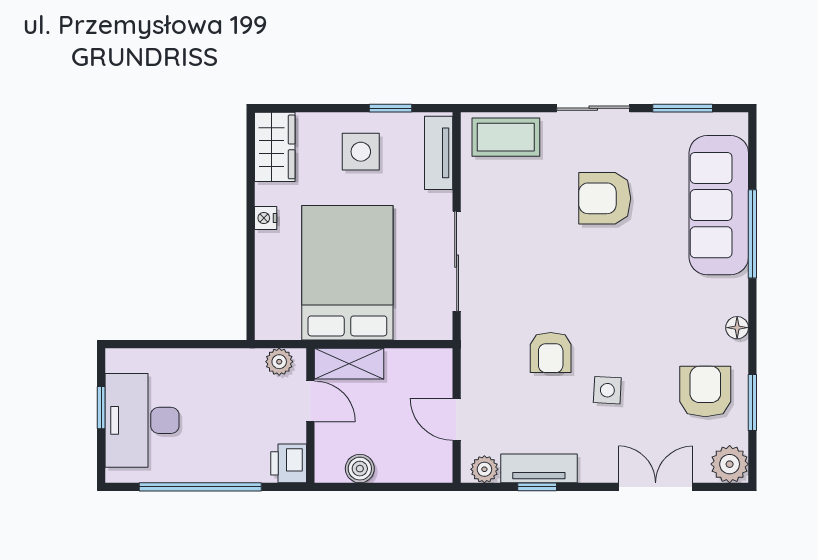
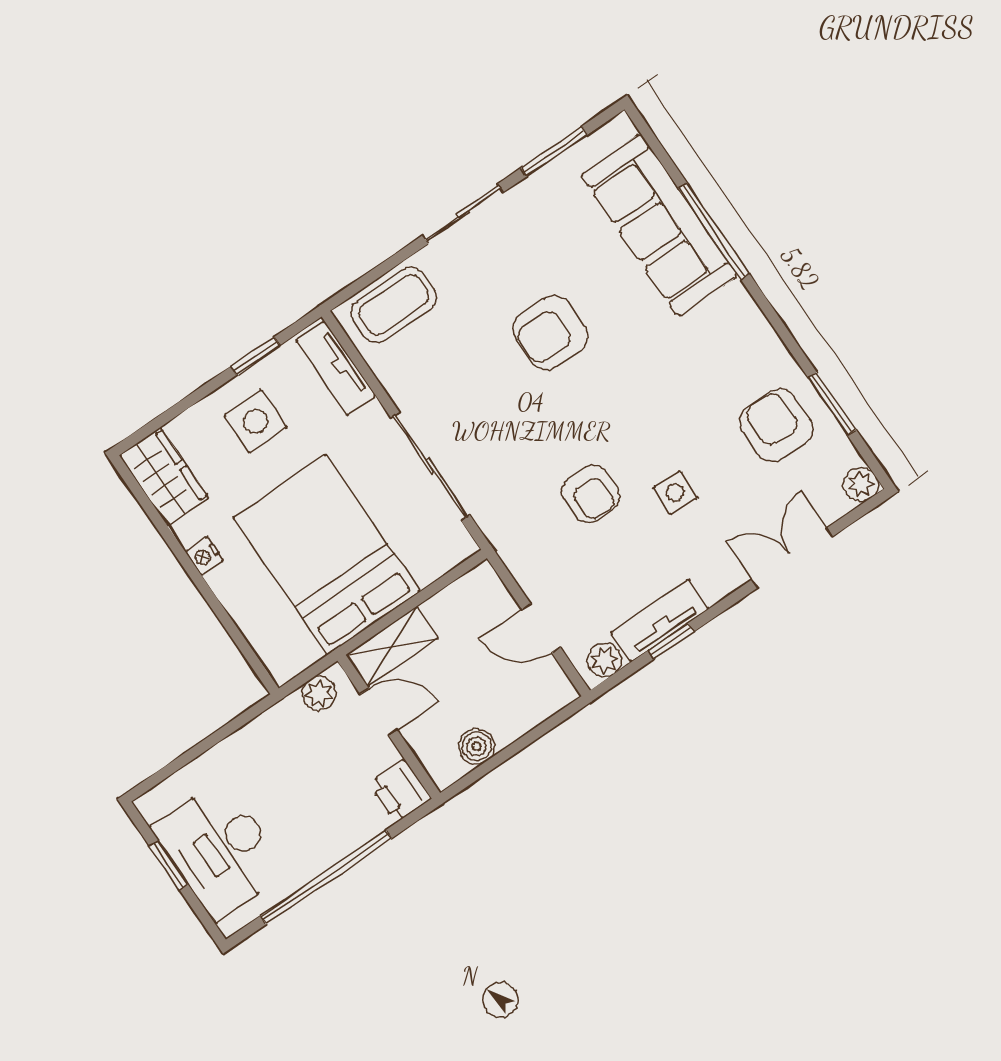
armchair: (605, 198) -> (550, 333), moved
floor lamp: (737, 328) -> (764, 338), removed
plant: (730, 464) -> (861, 484), width x0.73, depth x0.73

